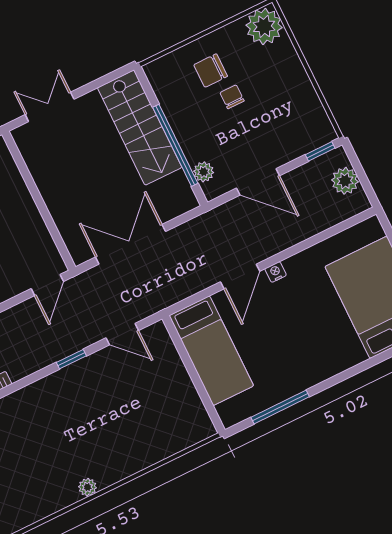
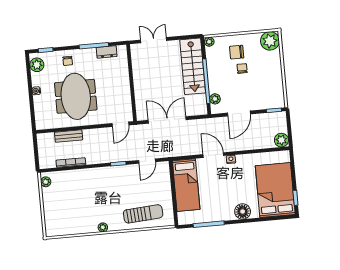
plant: (153, 71) -> (209, 42), added
plant: (345, 181) -> (281, 140), moved
door: (258, 182) -> (239, 113), hinge flipped
door: (240, 276) -> (213, 155), swing flipped
door: (122, 334) -> (147, 161), hinge flipped
floor lamp: (334, 360) -> (243, 211), added
sun lounger: (152, 434) -> (143, 214), added

